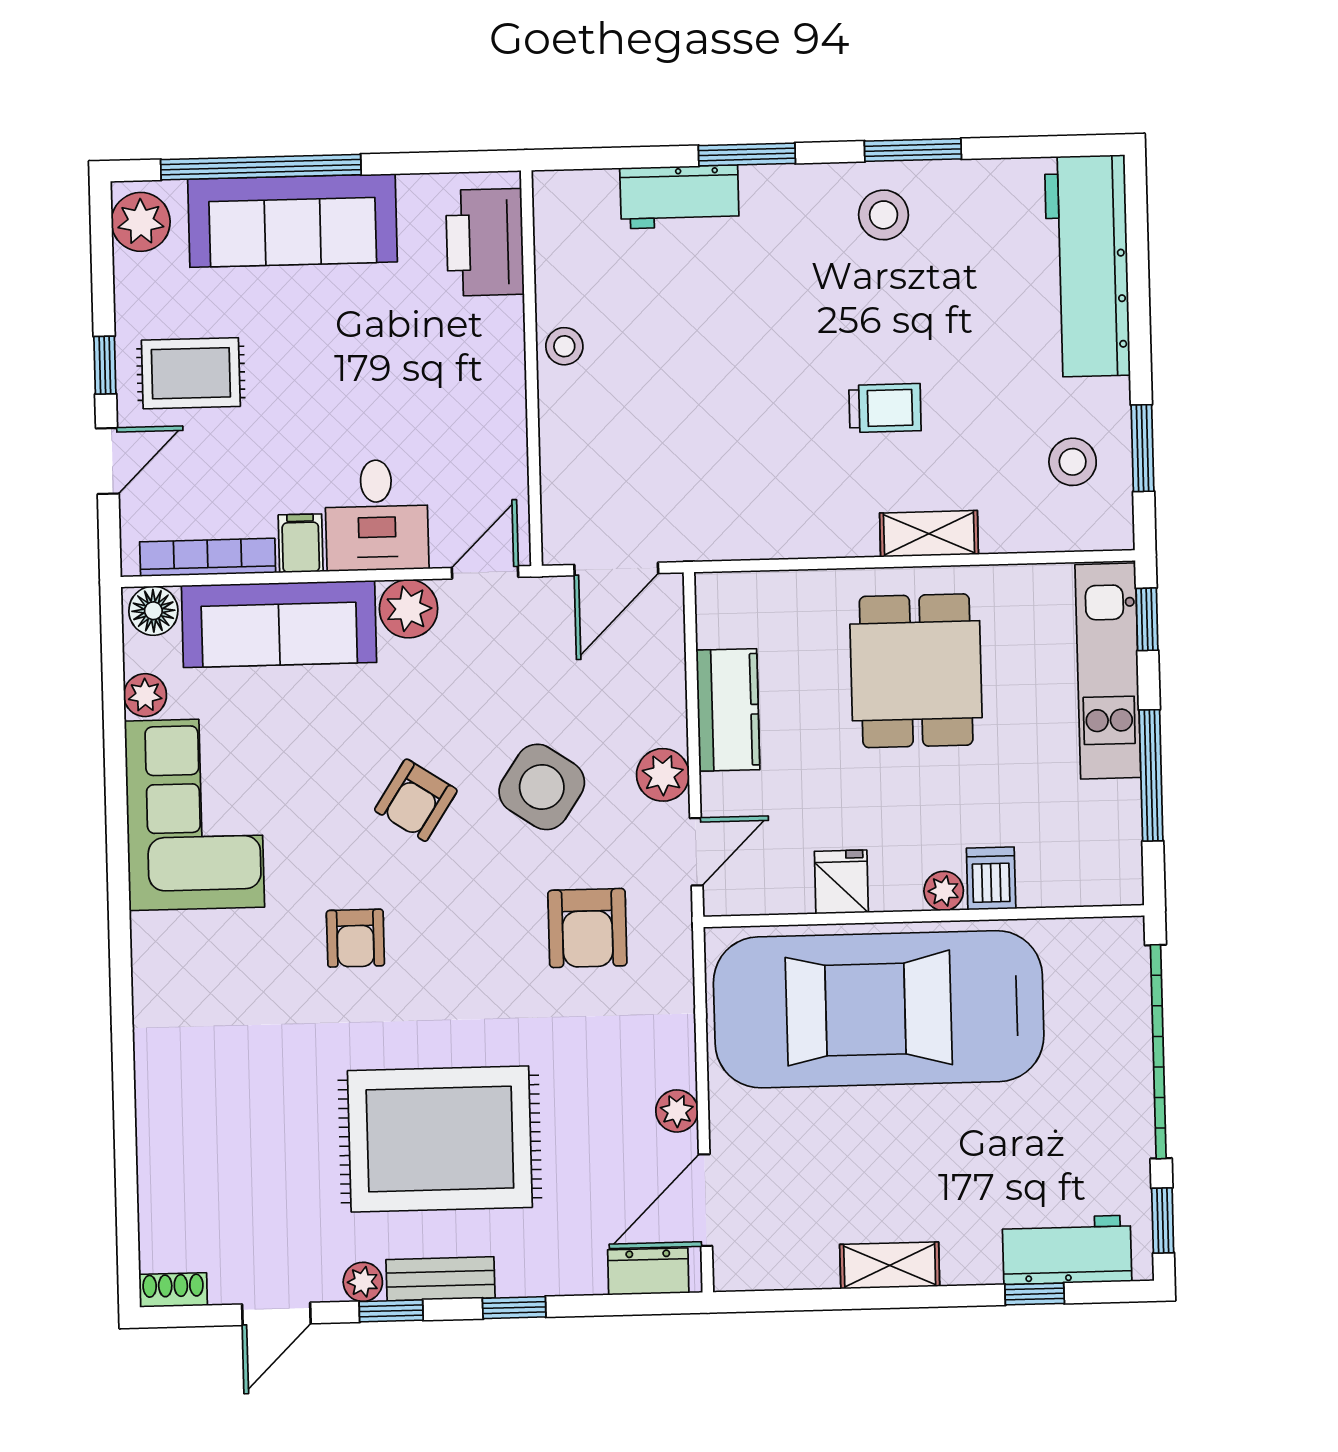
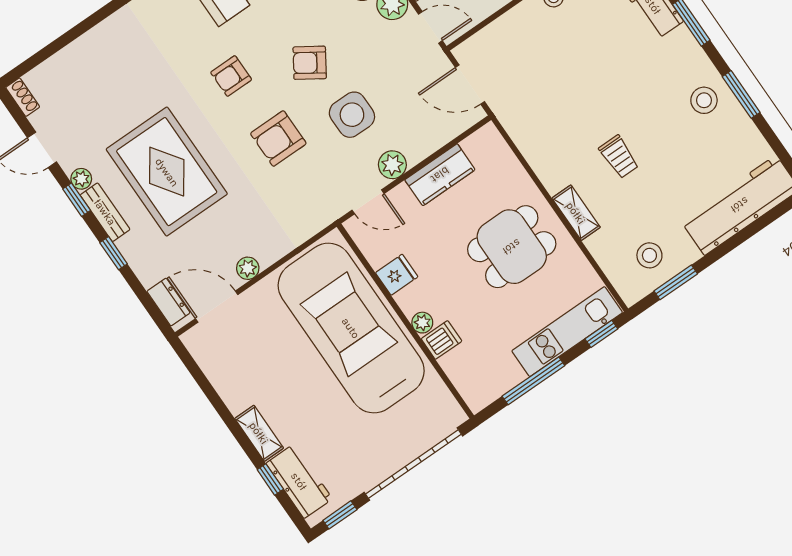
side table: (542, 787) -> (352, 115), turned -34
armchair: (587, 928) -> (278, 139), moved
shelving: (890, 1265) -> (259, 433), moved

